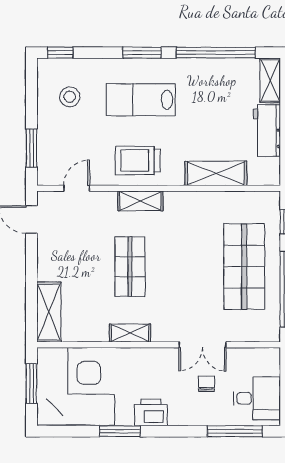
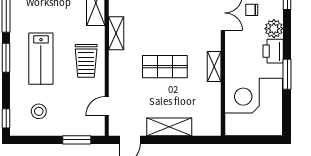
door: (77, 188) -> (107, 106), hinge flipped
shelving: (140, 201) -> (116, 33), moved
shelving: (49, 312) -> (169, 127), moved
window: (31, 383) -> (252, 140), removed
plant: (181, 413) -> (274, 29), added

